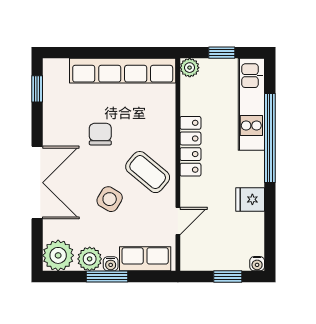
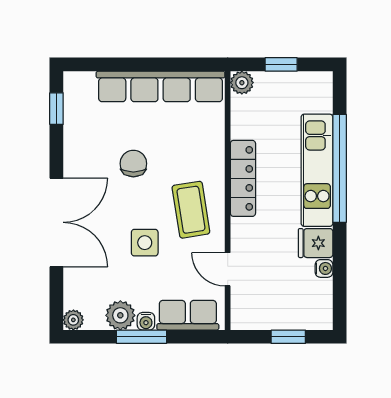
kitchen unit: (251, 104) -> (317, 170), moved
coffee table: (148, 172) -> (191, 210), turned 41
side table: (110, 199) -> (145, 243), turned -30
door: (178, 221) -> (228, 269), swing flipped
plant: (58, 255) -> (73, 320), width x0.53, depth x0.53
water cooler: (257, 264) -> (324, 268), moved, turned -90

